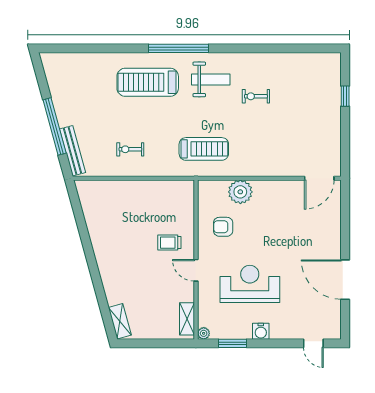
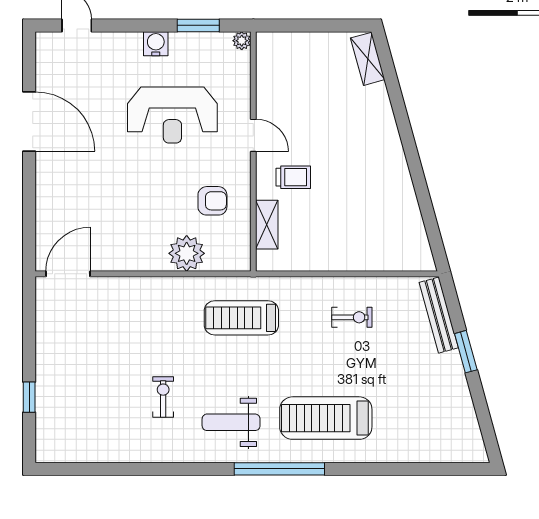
treadmill: (148, 82) -> (326, 418), turned 180
exercise bike: (256, 96) -> (163, 397), turned -90
window: (55, 126) -> (466, 352), width x0.47
shelving: (187, 319) -> (267, 225), moved

